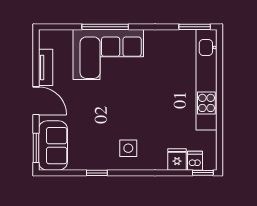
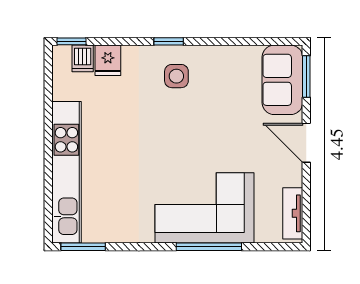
tv unit: (46, 67) -> (293, 213), moved
window: (97, 173) -> (169, 41), moved

